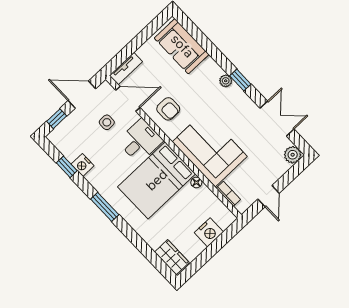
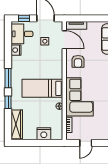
desk: (140, 141) -> (22, 34), moved, turned 180
window: (67, 167) -> (8, 102), moved
bed: (157, 180) -> (42, 88), width x0.67
wardrobe: (172, 257) -> (17, 124), width x1.50

